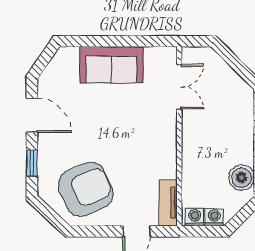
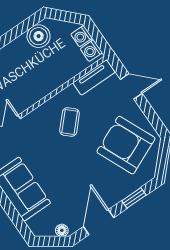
floor lamp: (48, 76) -> (62, 230), added
coffee table: (143, 152) -> (70, 122), added

